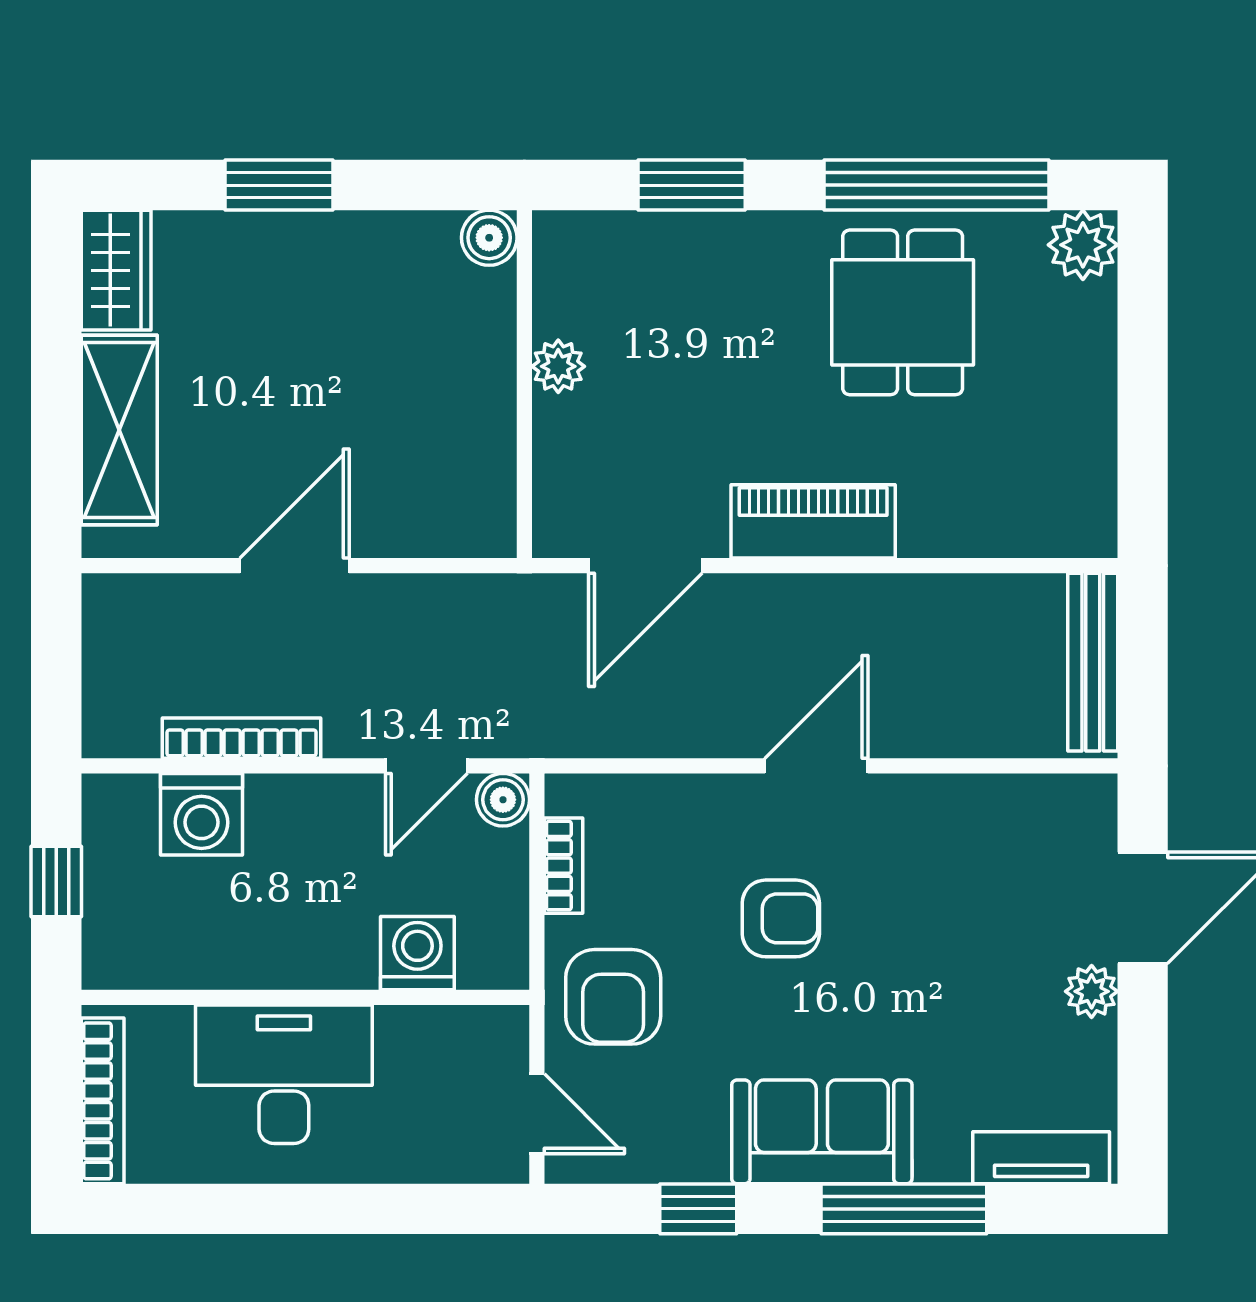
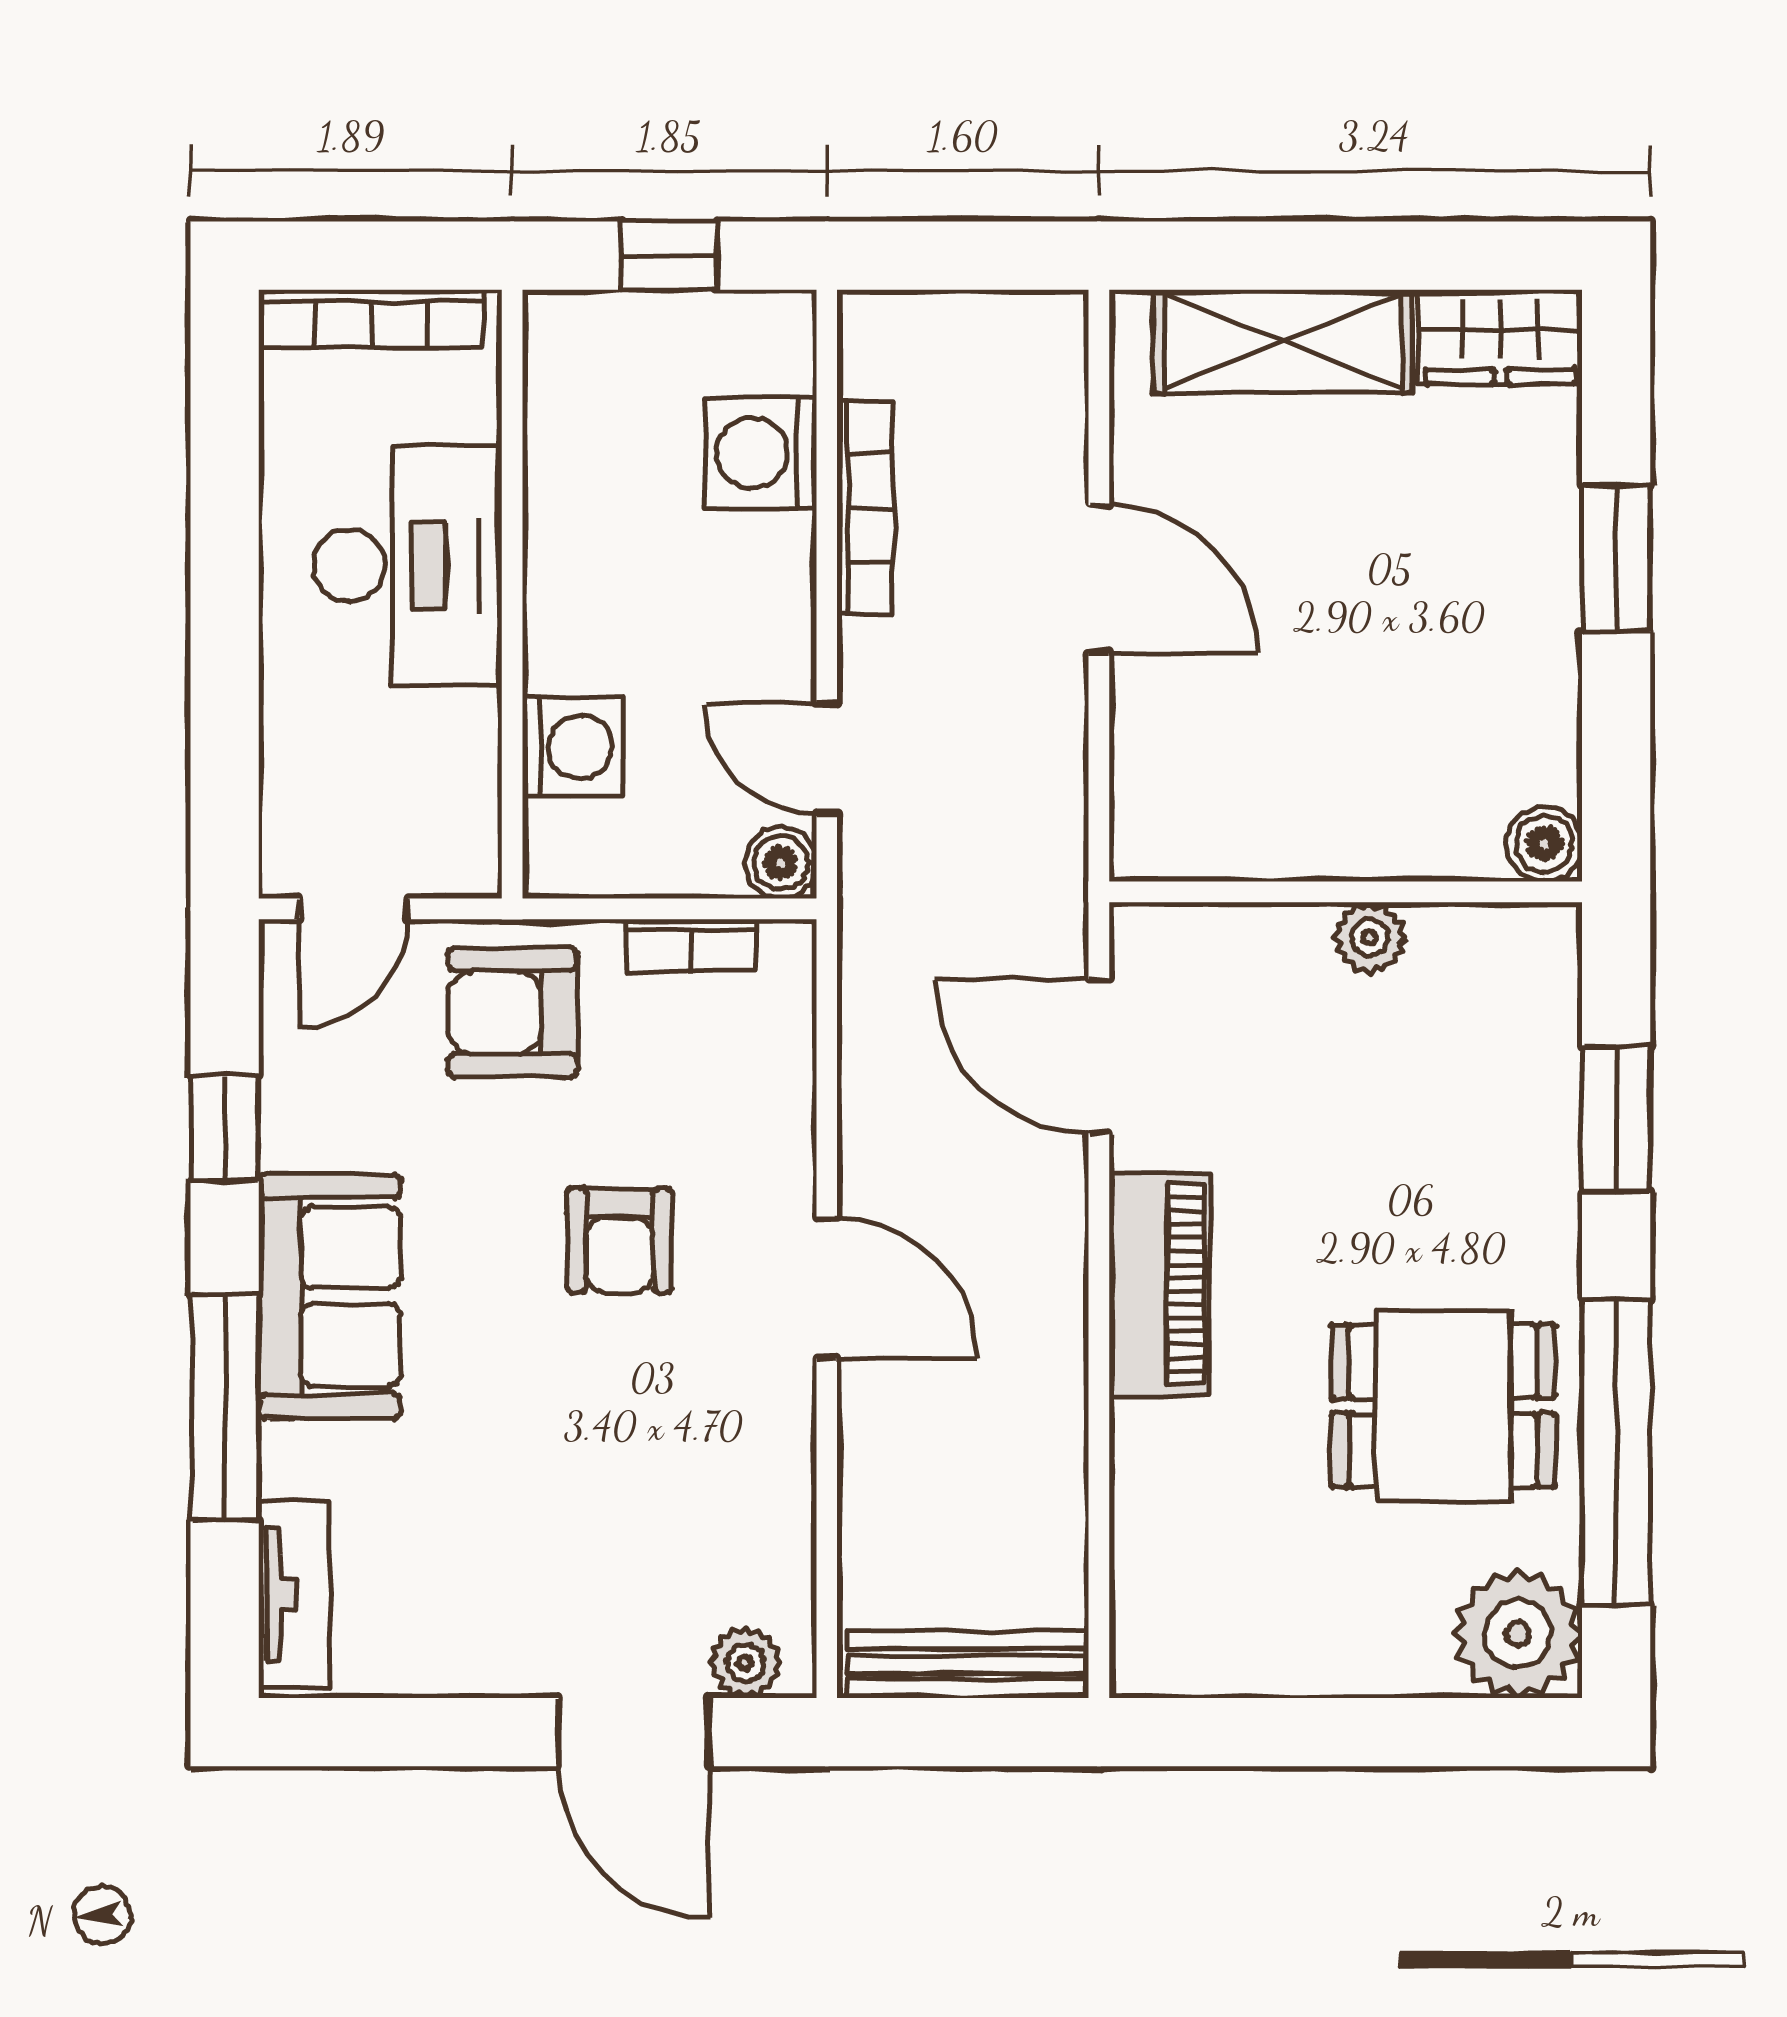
plant: (1083, 245) -> (1518, 1634), width x1.36, depth x1.36
plant: (1092, 991) -> (745, 1663), moved

